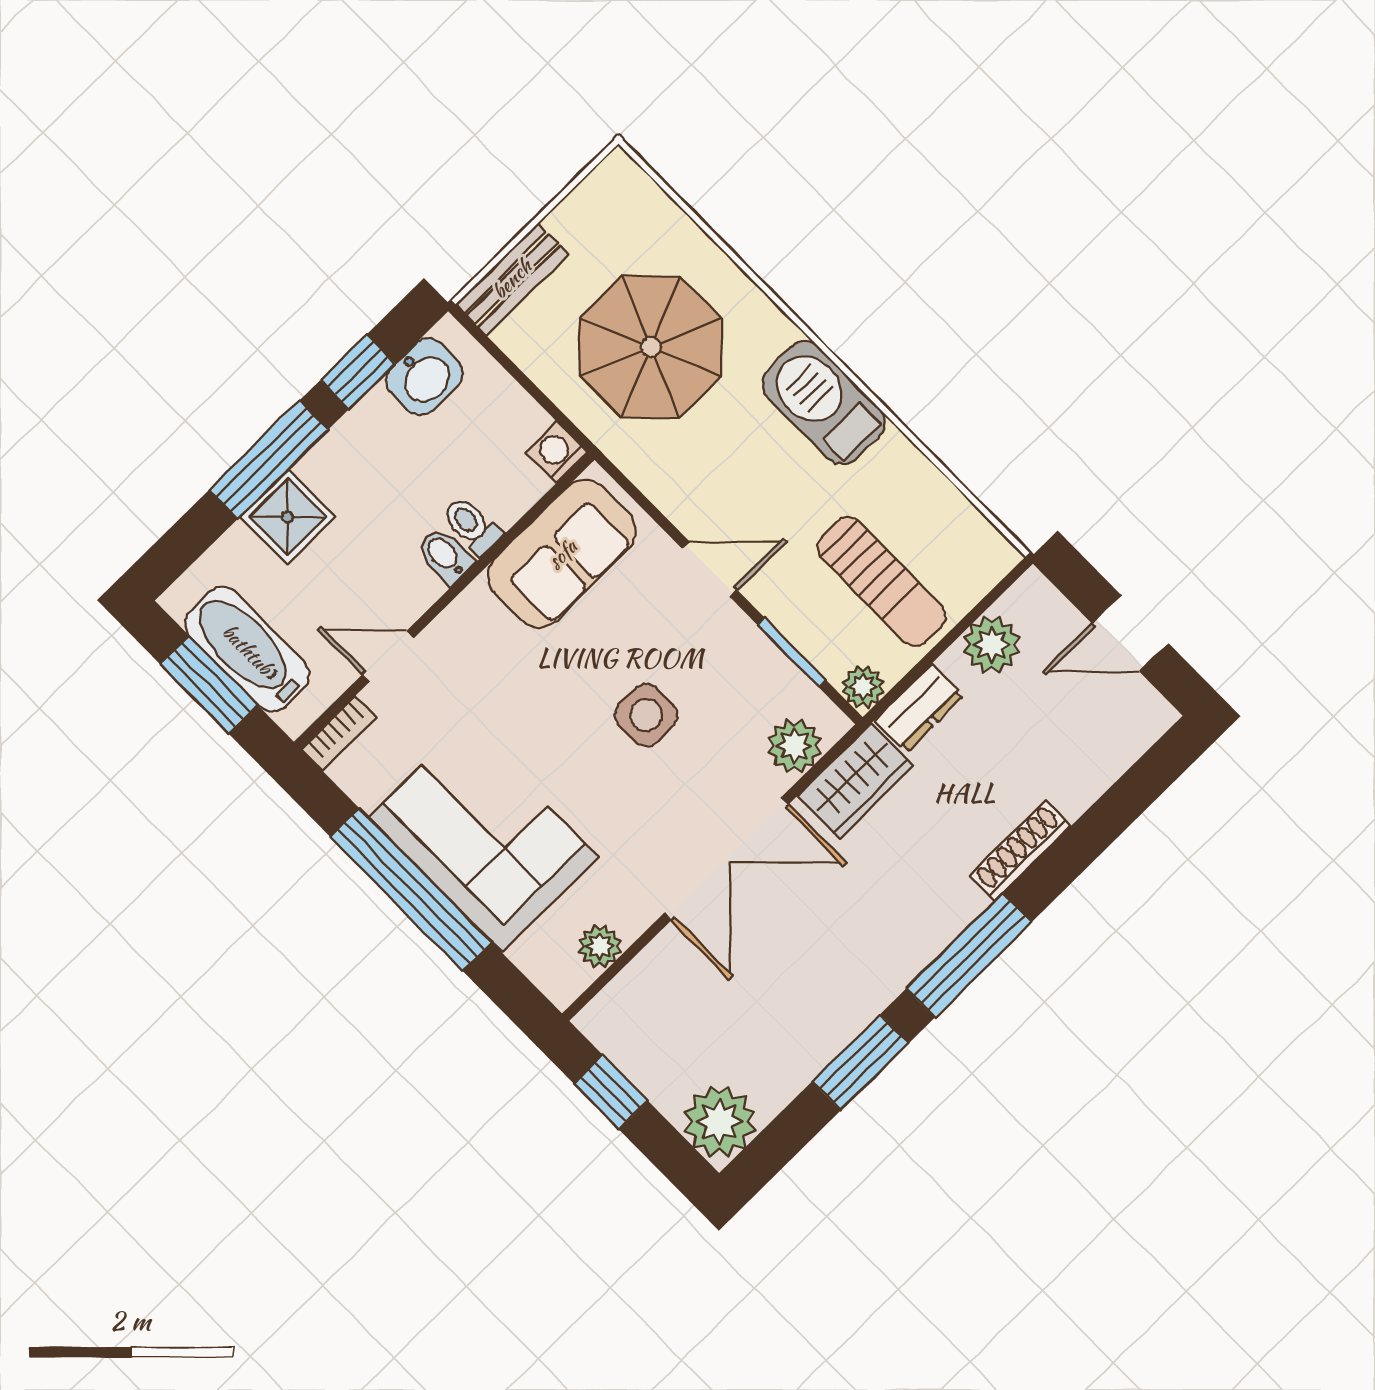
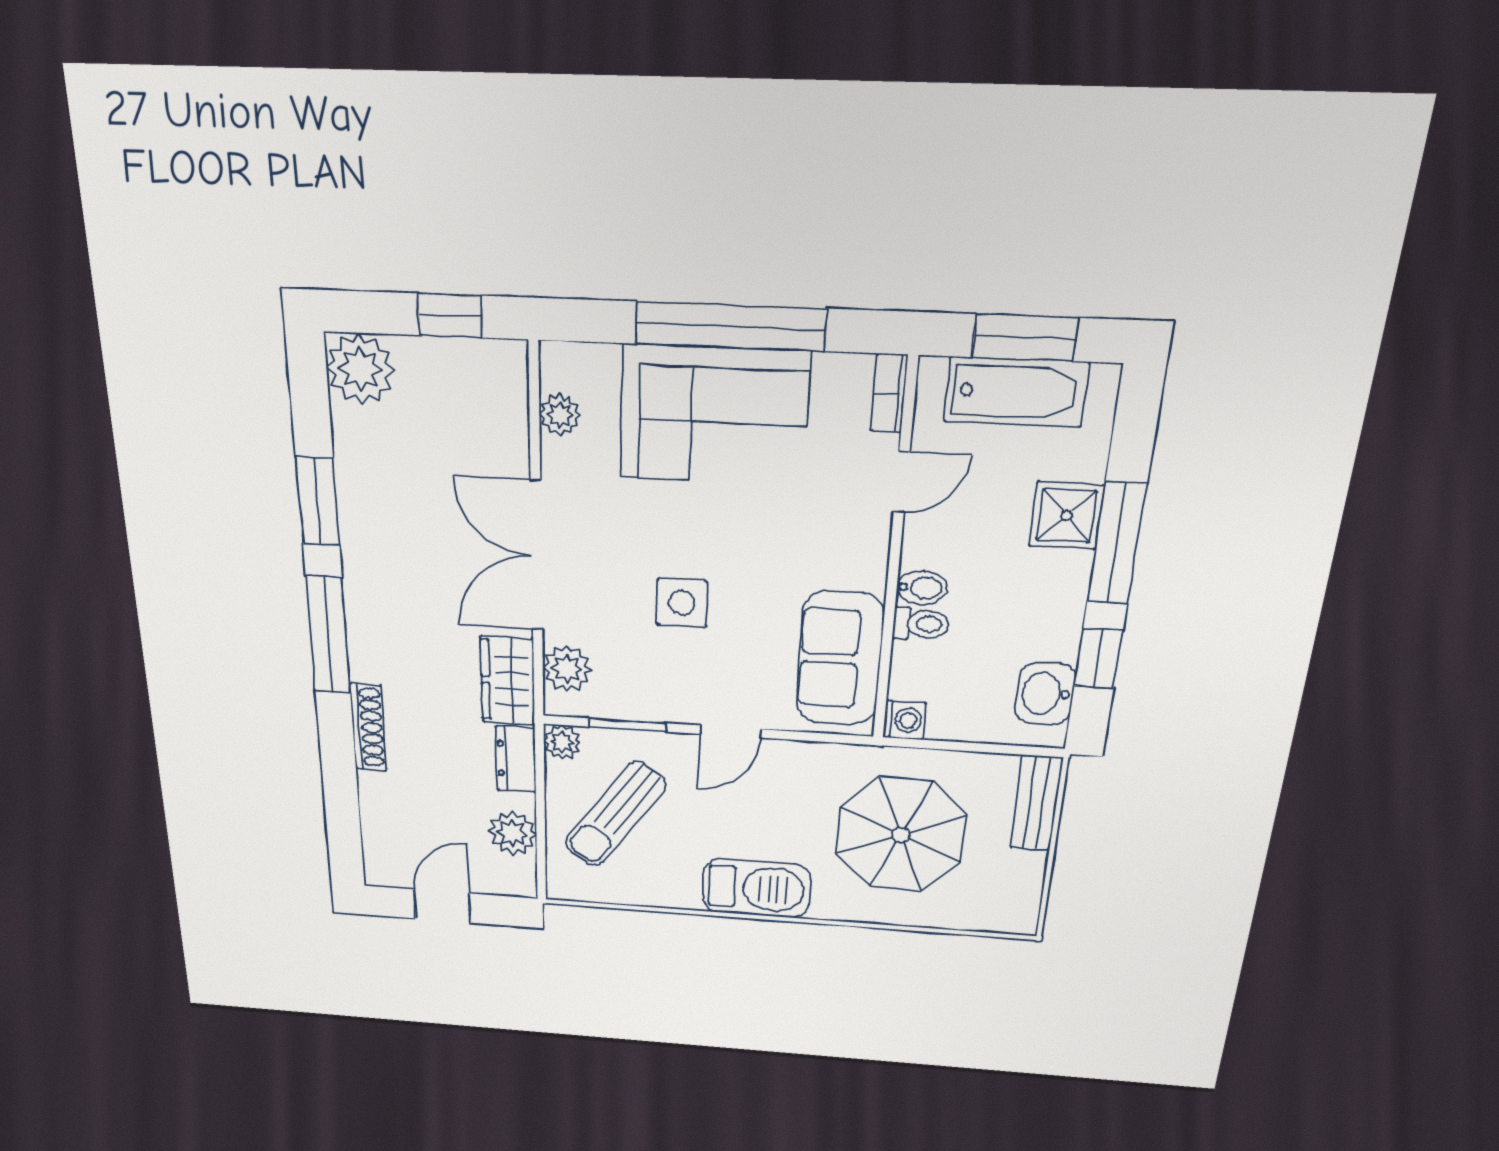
sun lounger: (882, 582) -> (615, 814), turned -54

